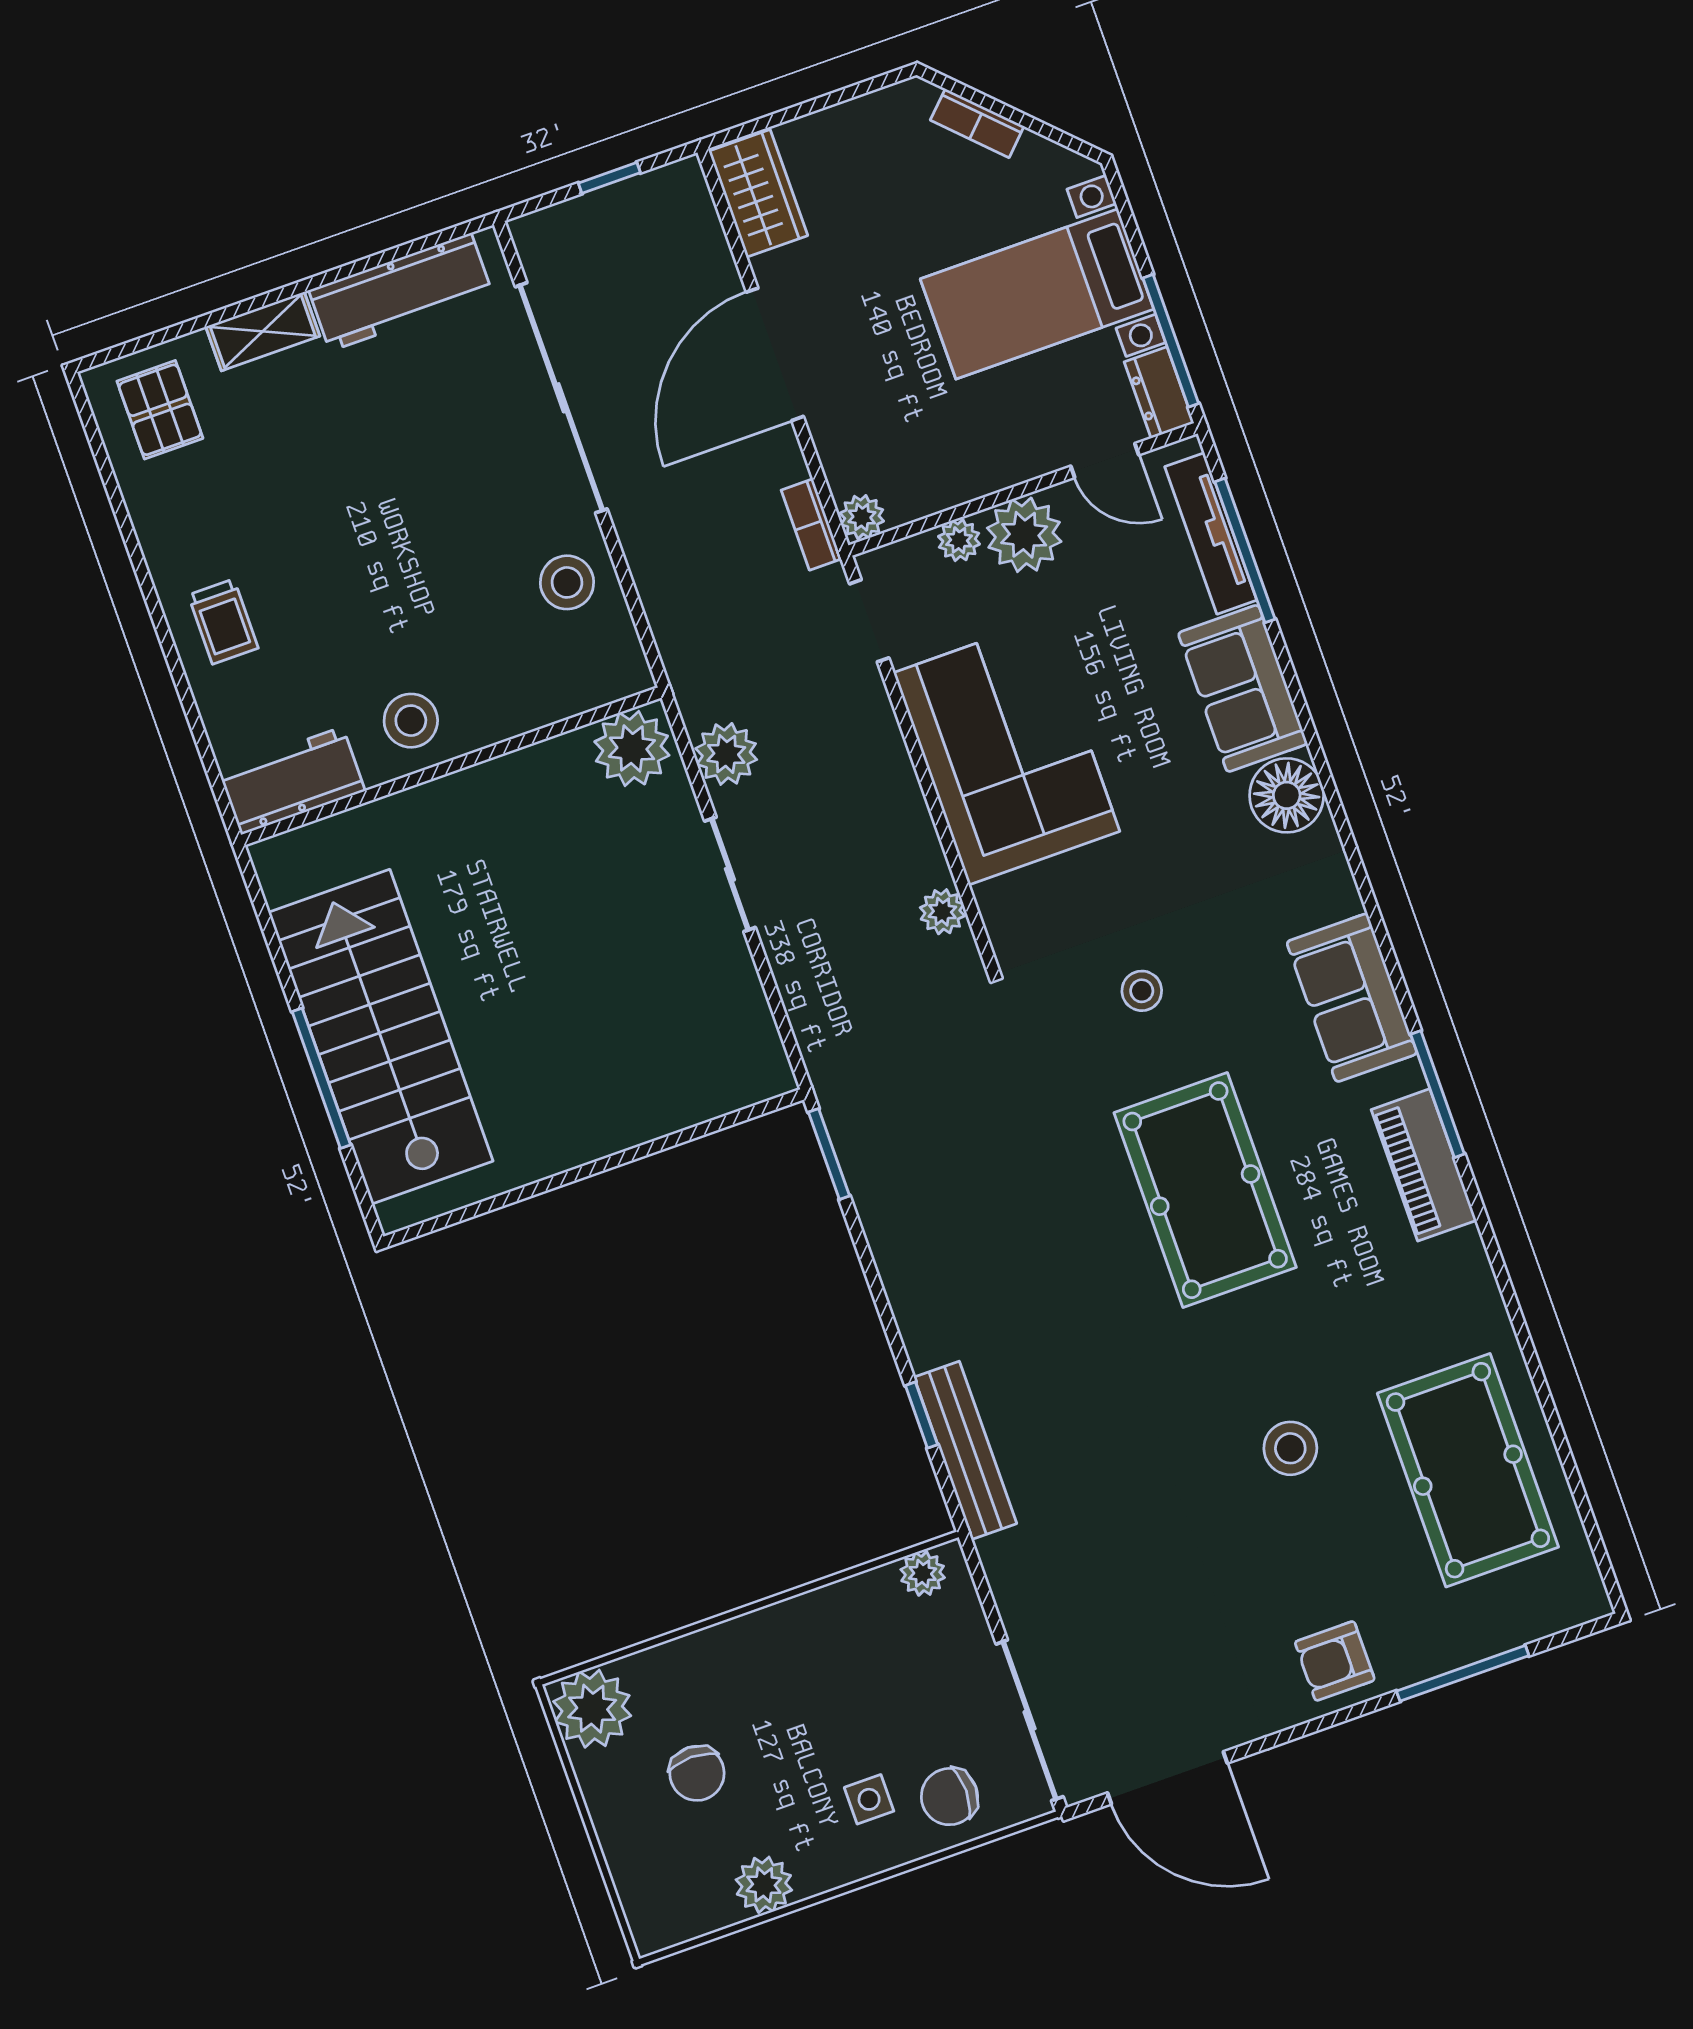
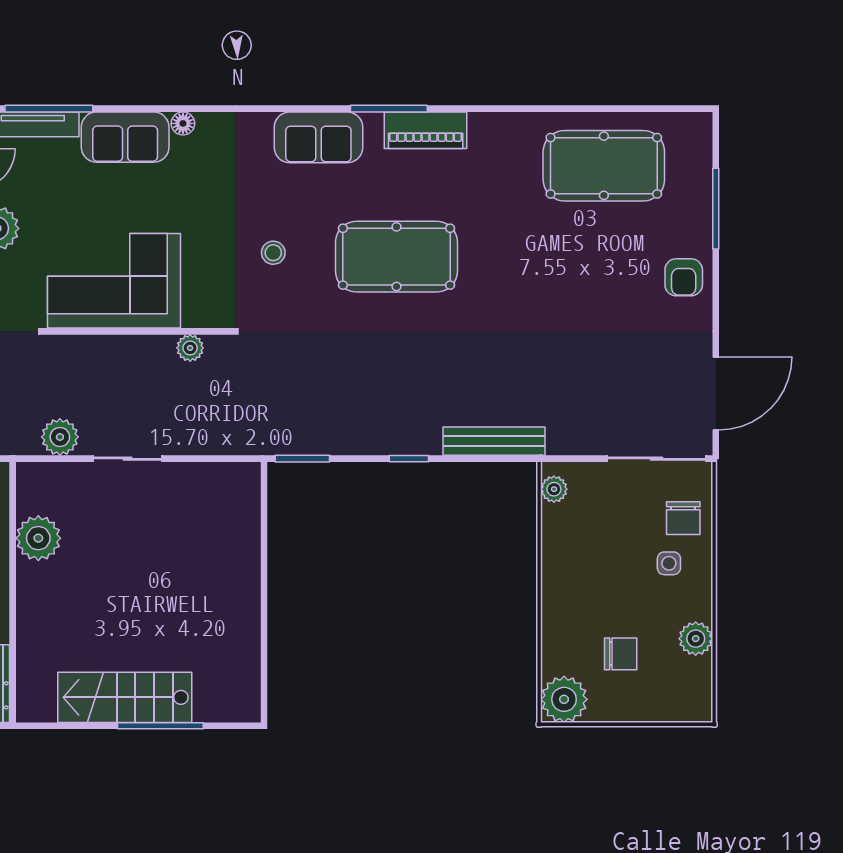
plant: (632, 748) -> (38, 538), moved
floor lamp: (1287, 795) -> (183, 123), width x0.53, depth x0.53
stairs: (381, 1037) -> (125, 697), width x0.73, depth x0.66
window: (921, 1415) -> (409, 459), moved
stool: (1290, 1448) -> (557, 260), removed

